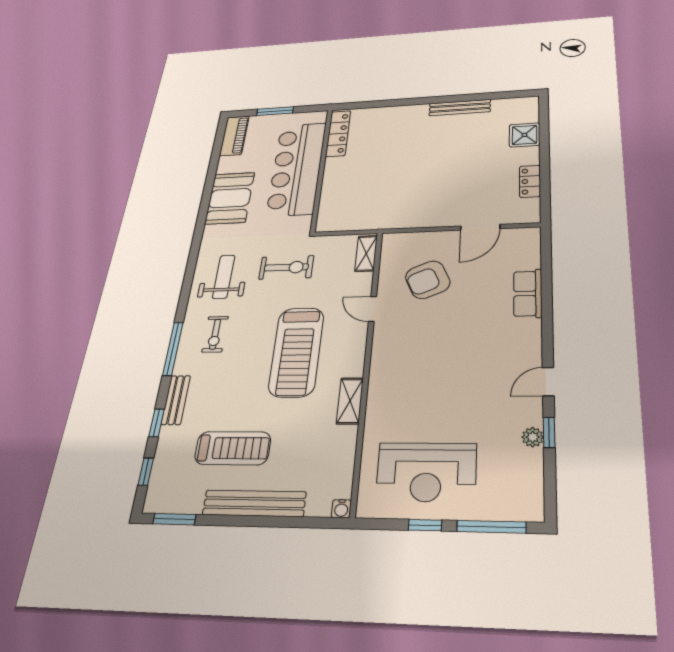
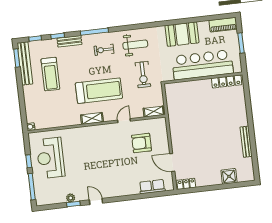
locker: (530, 181) -> (186, 184), moved
armchair: (428, 280) -> (142, 143), turned -66
row of seats: (528, 293) -> (152, 187), moved
treadmill: (296, 352) -> (99, 91), turned 180
shelving: (350, 401) -> (92, 118), moved
bench: (254, 503) -> (25, 63), moved

